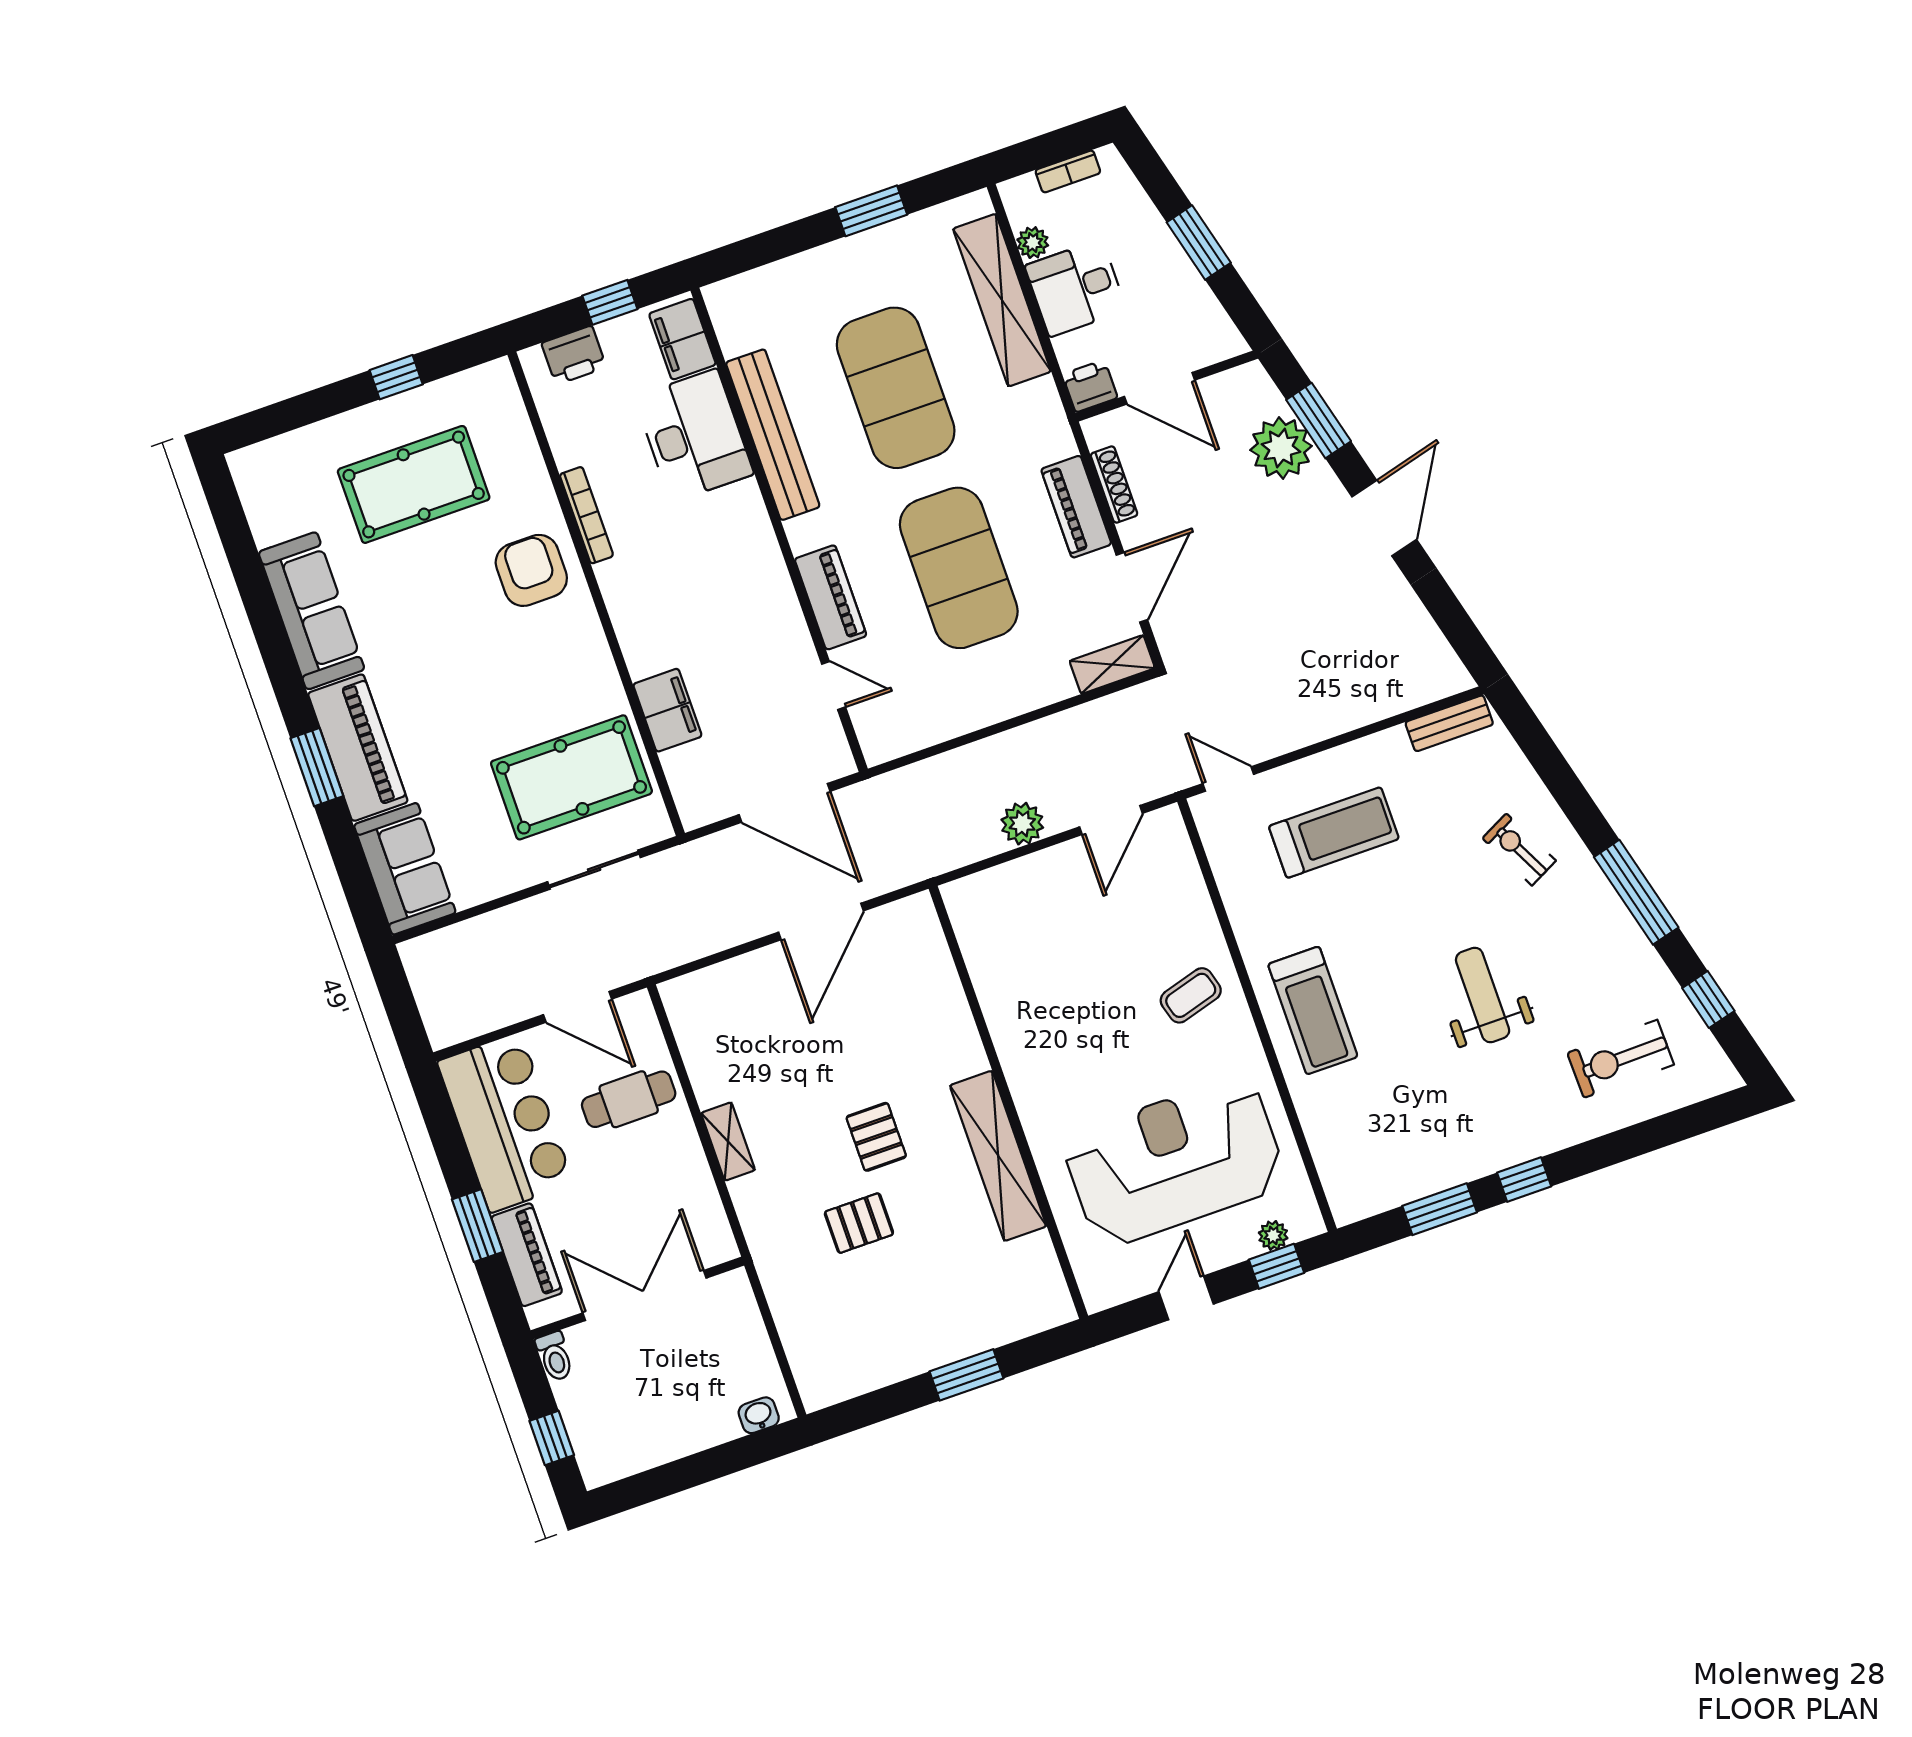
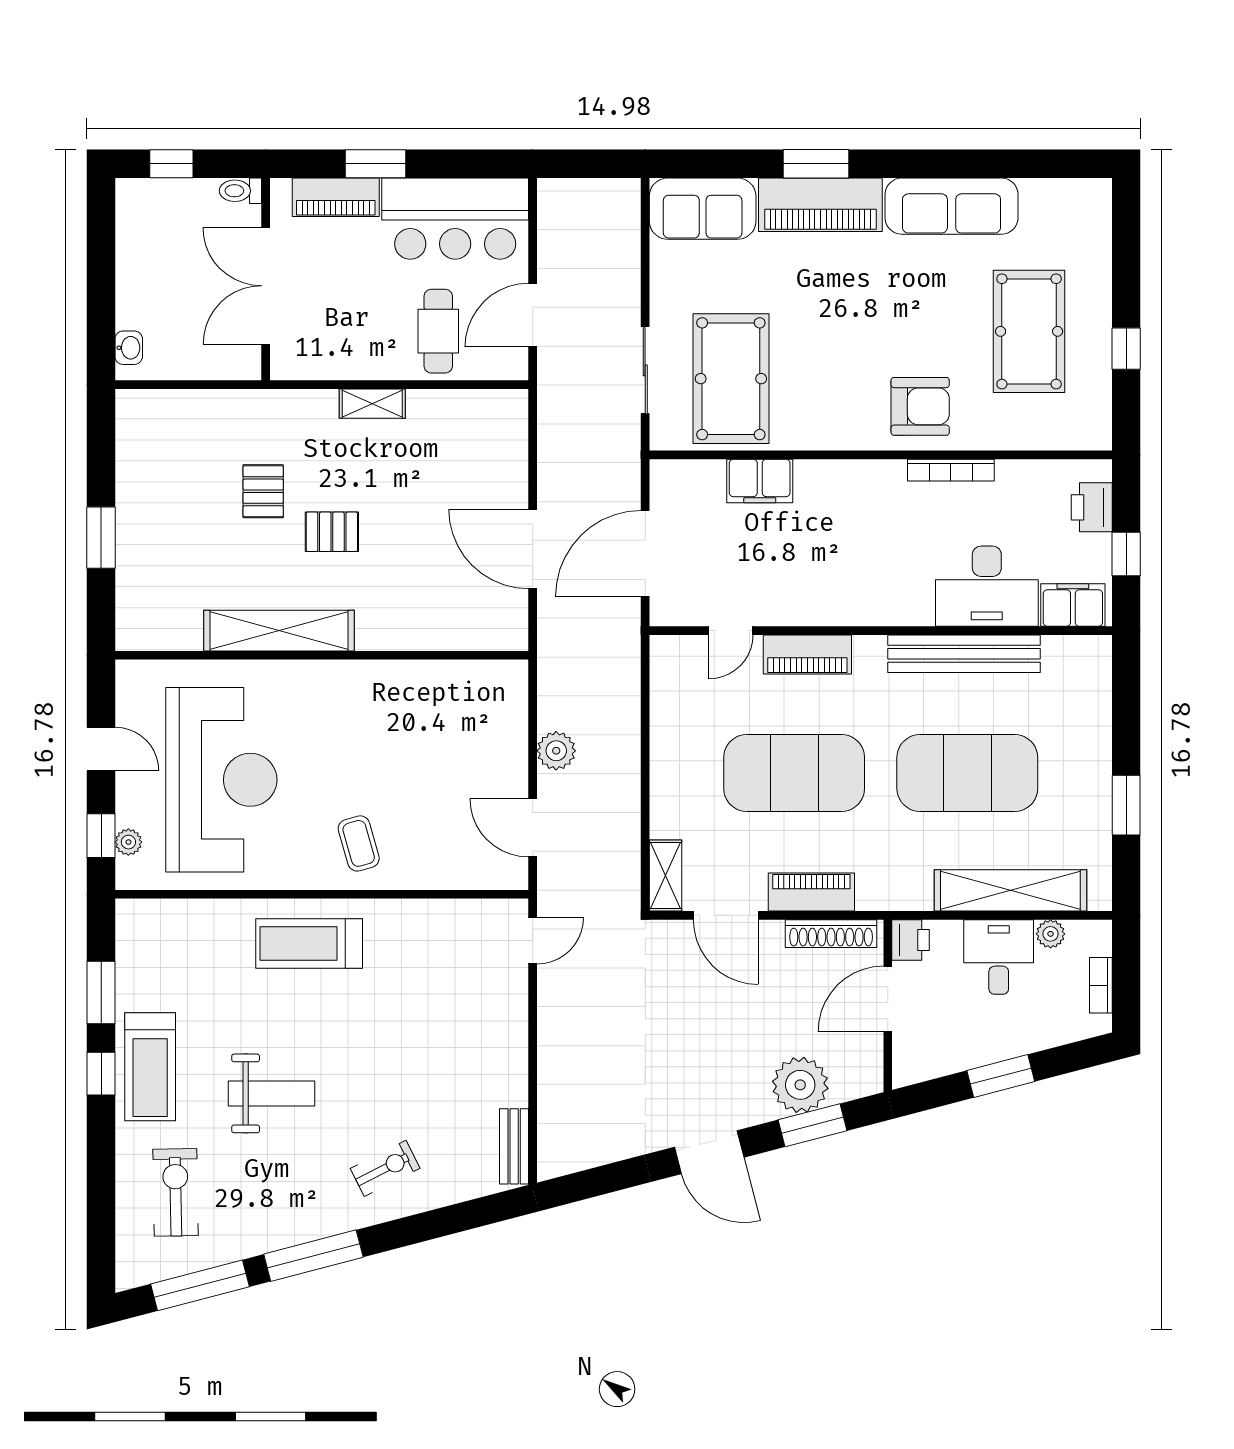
shoe rack: (1114, 485) -> (831, 934), width x1.36, depth x1.24
treadmill: (1334, 833) -> (150, 1067), moved
window: (1708, 999) -> (200, 1285), width x2.17
double door: (644, 1295) -> (266, 286), swing flipped

